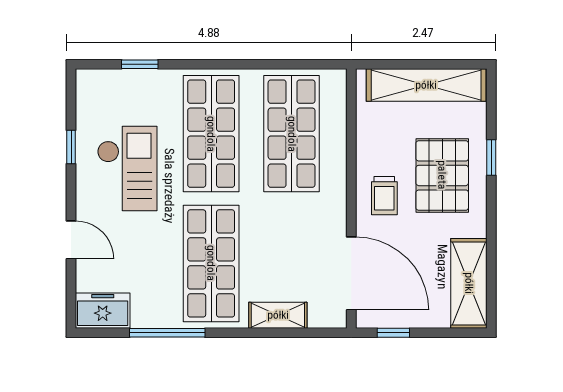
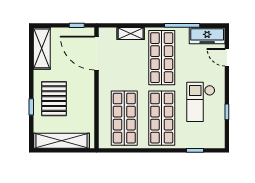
trolley: (384, 196) -> (81, 89), removed
door: (71, 240) -> (227, 57), moved
freezer: (103, 311) -> (207, 36), width x1.40

